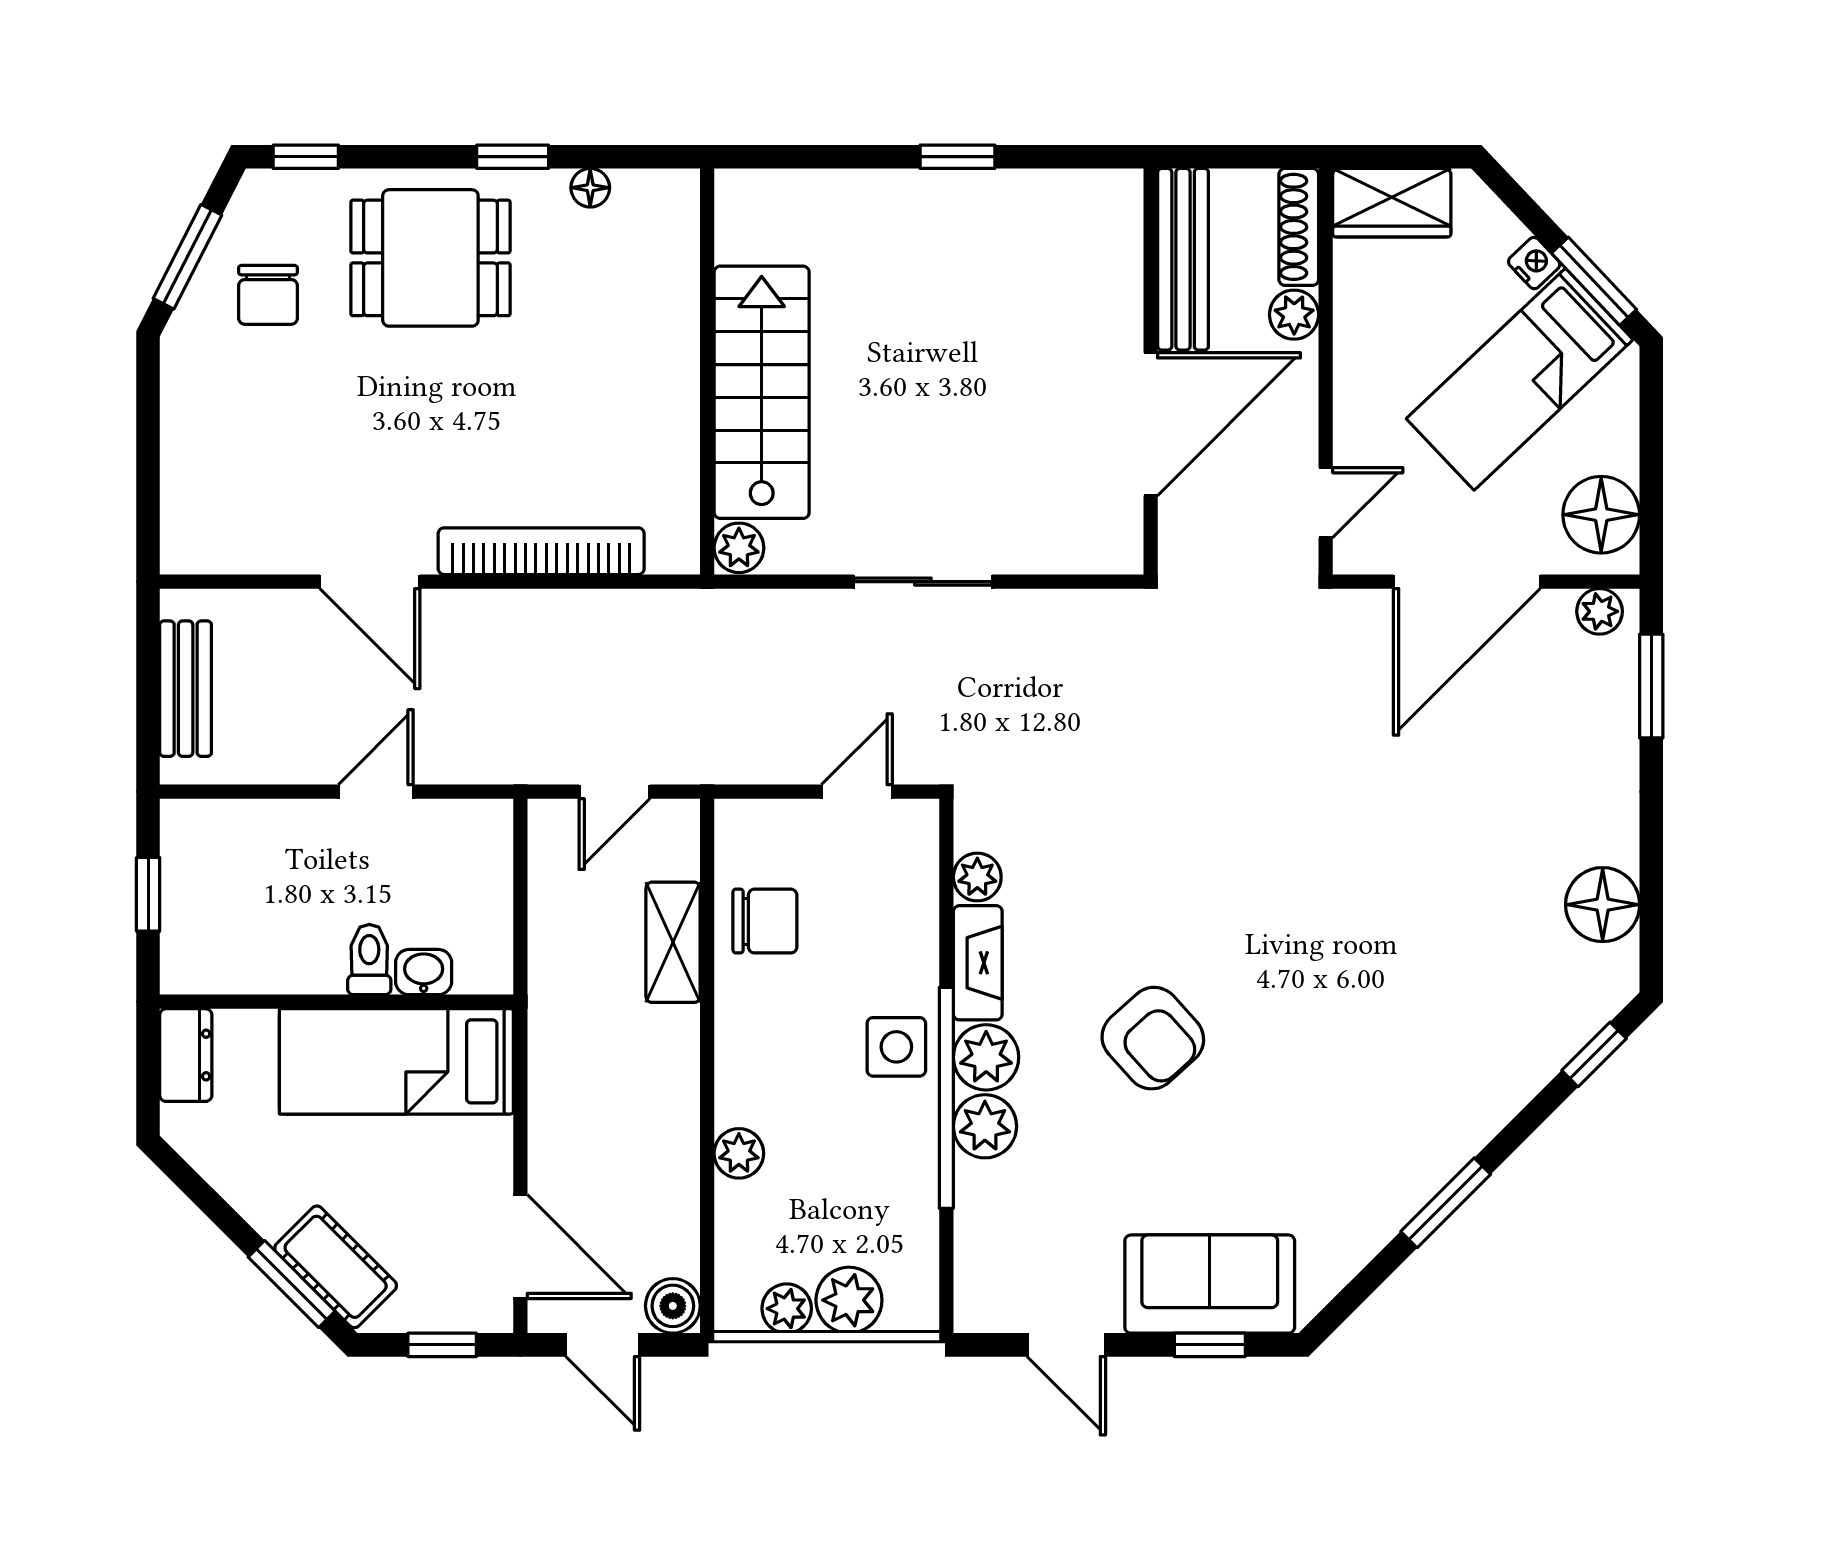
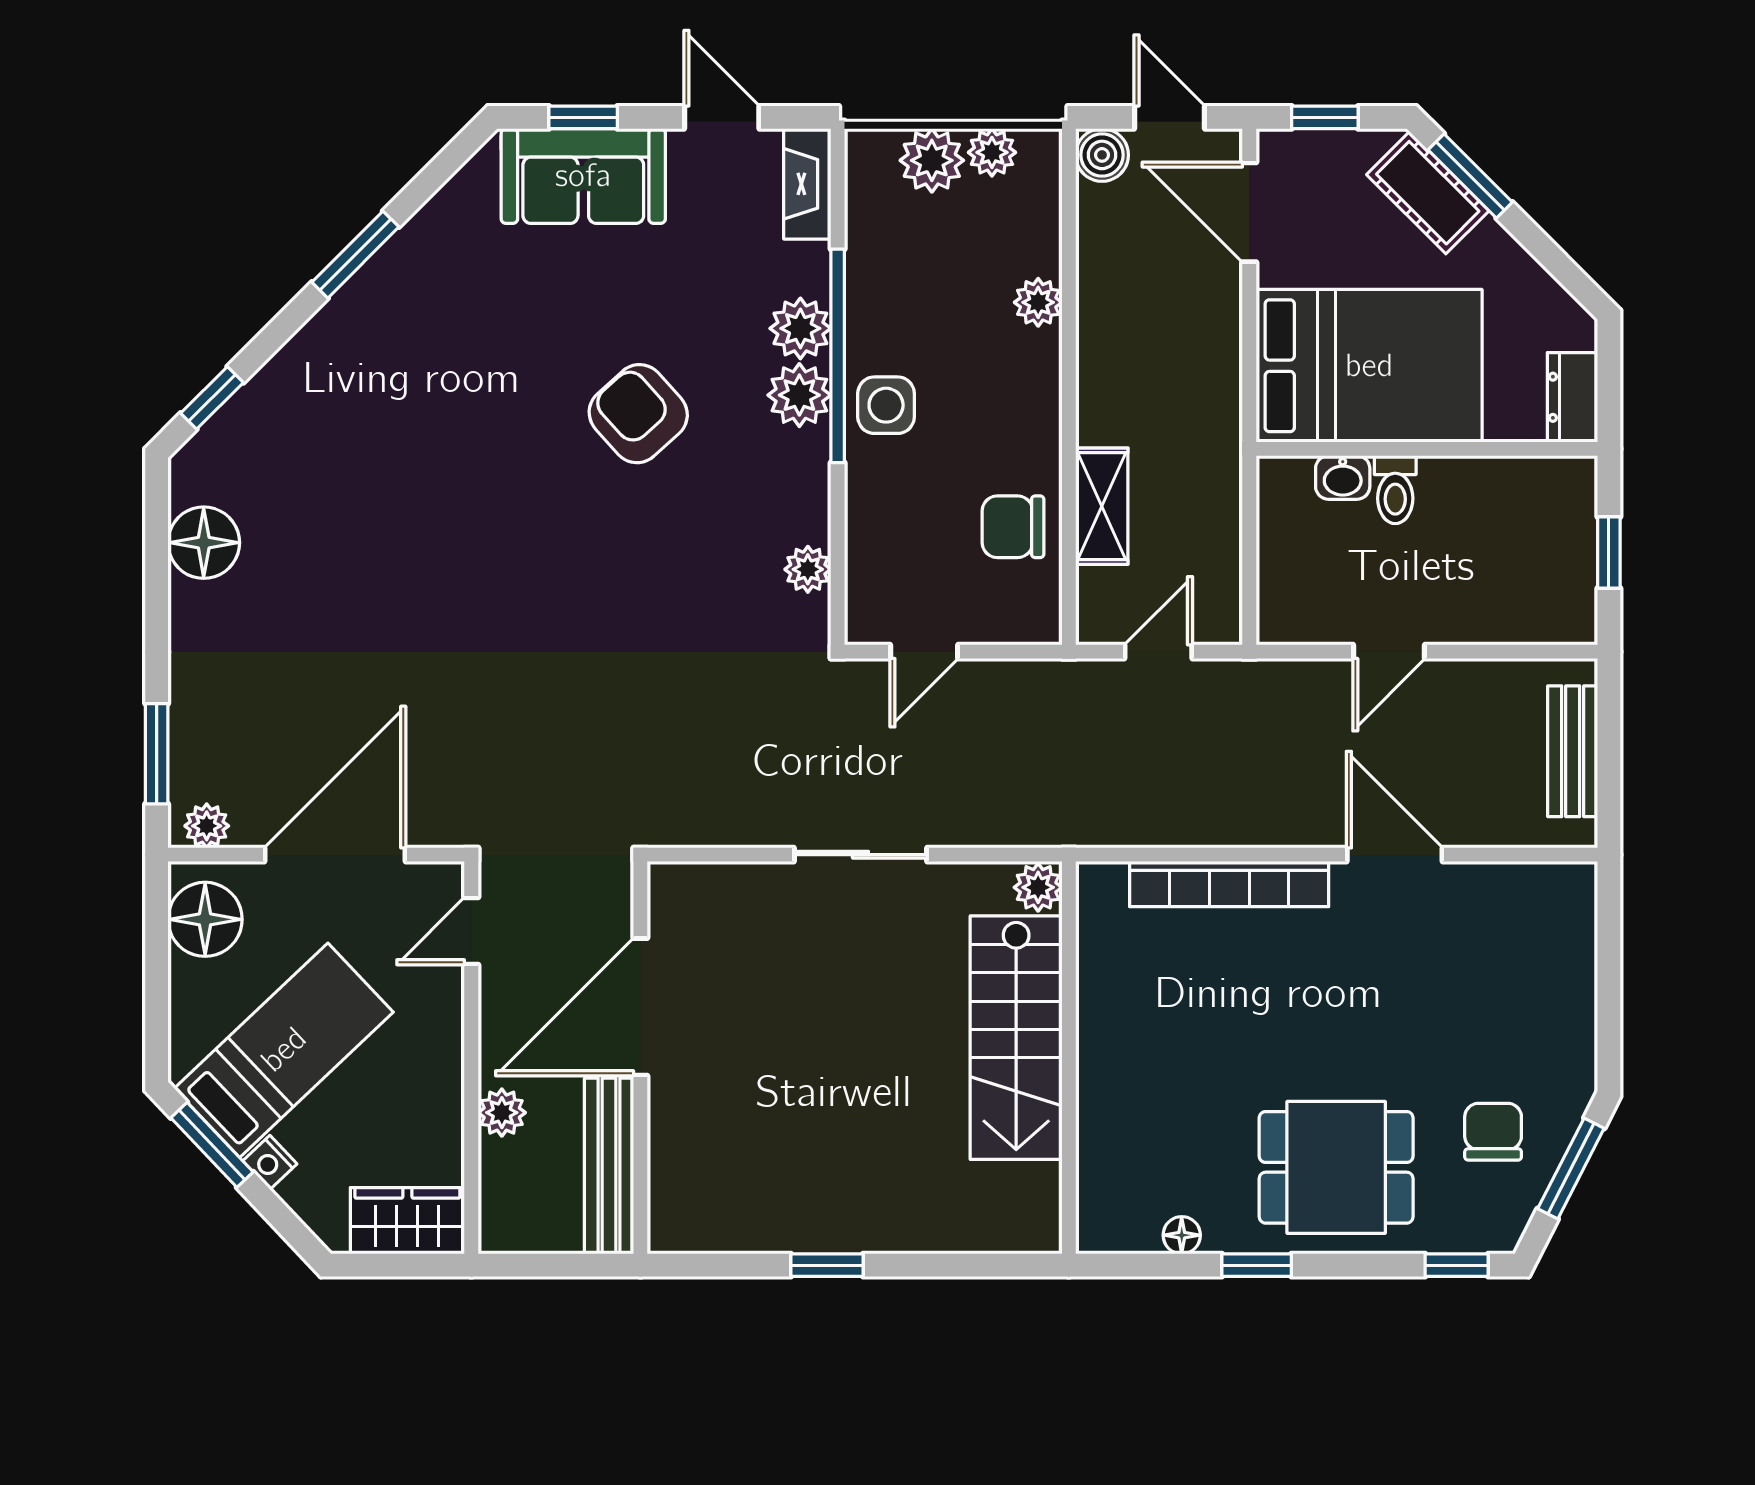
shoe rack: (1299, 227) -> (497, 1197), removed
fireplace: (978, 963) -> (807, 184), moved
bed: (396, 1061) -> (1369, 366), width x1.50

